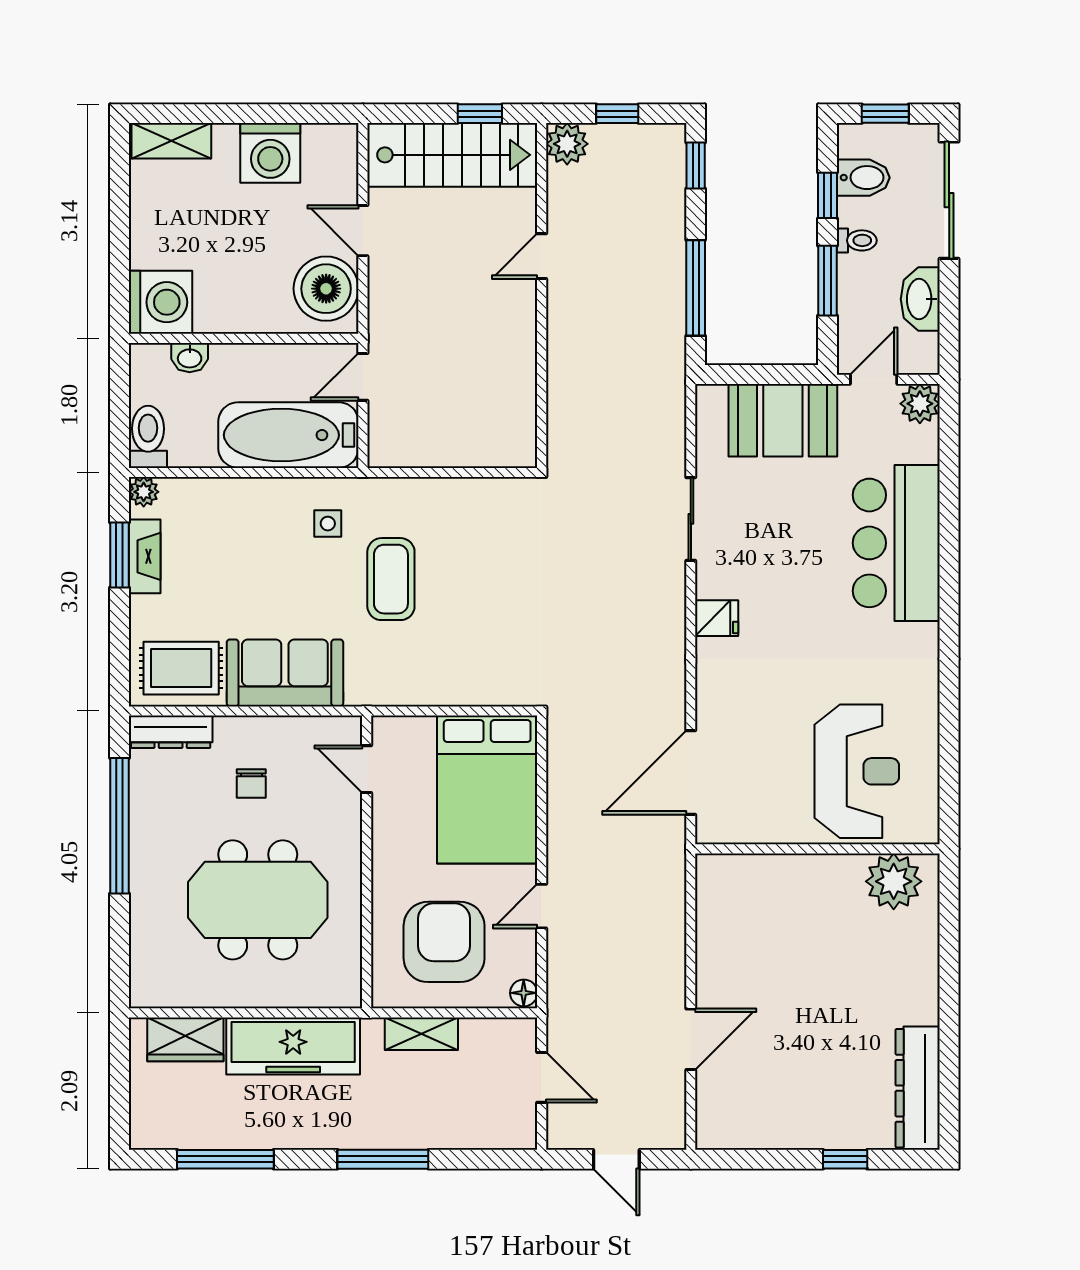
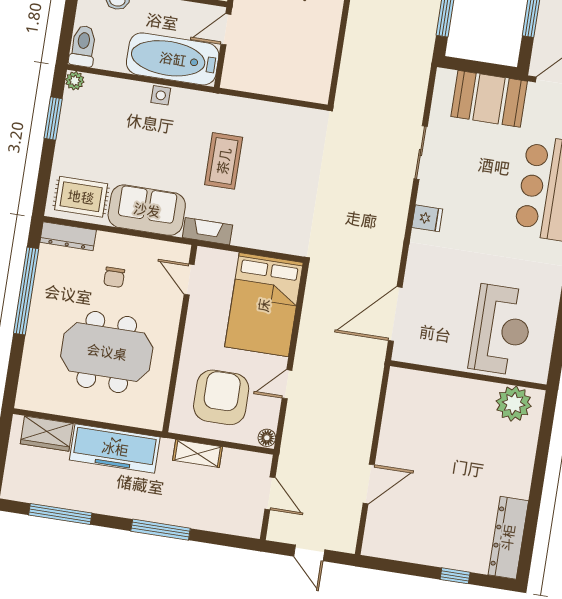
side table: (328, 524) -> (161, 95), moved
fireplace: (145, 556) -> (207, 231), moved, turned -90

